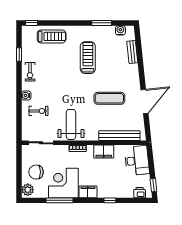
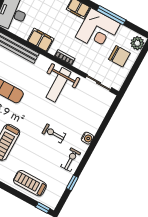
exercise bike: (39, 111) -> (54, 134), moved

